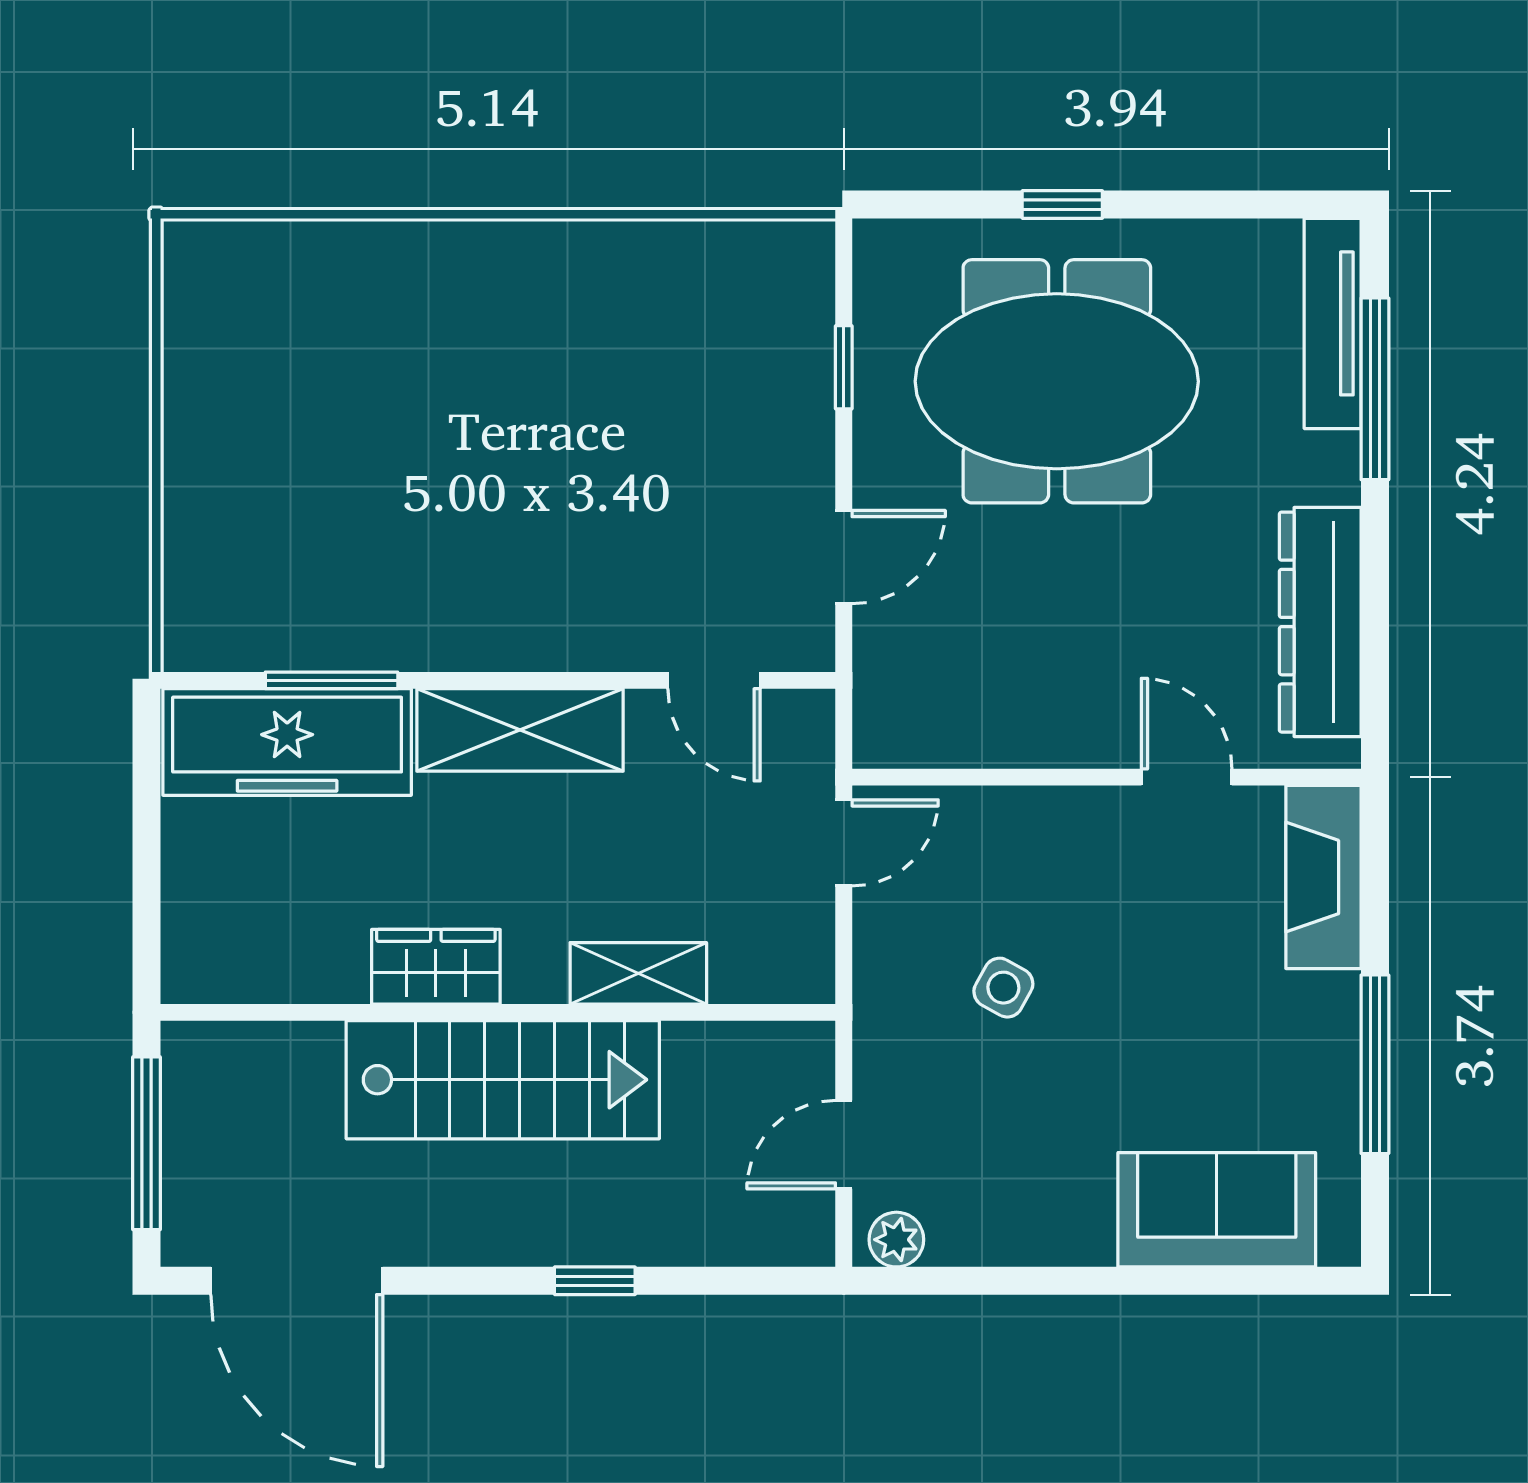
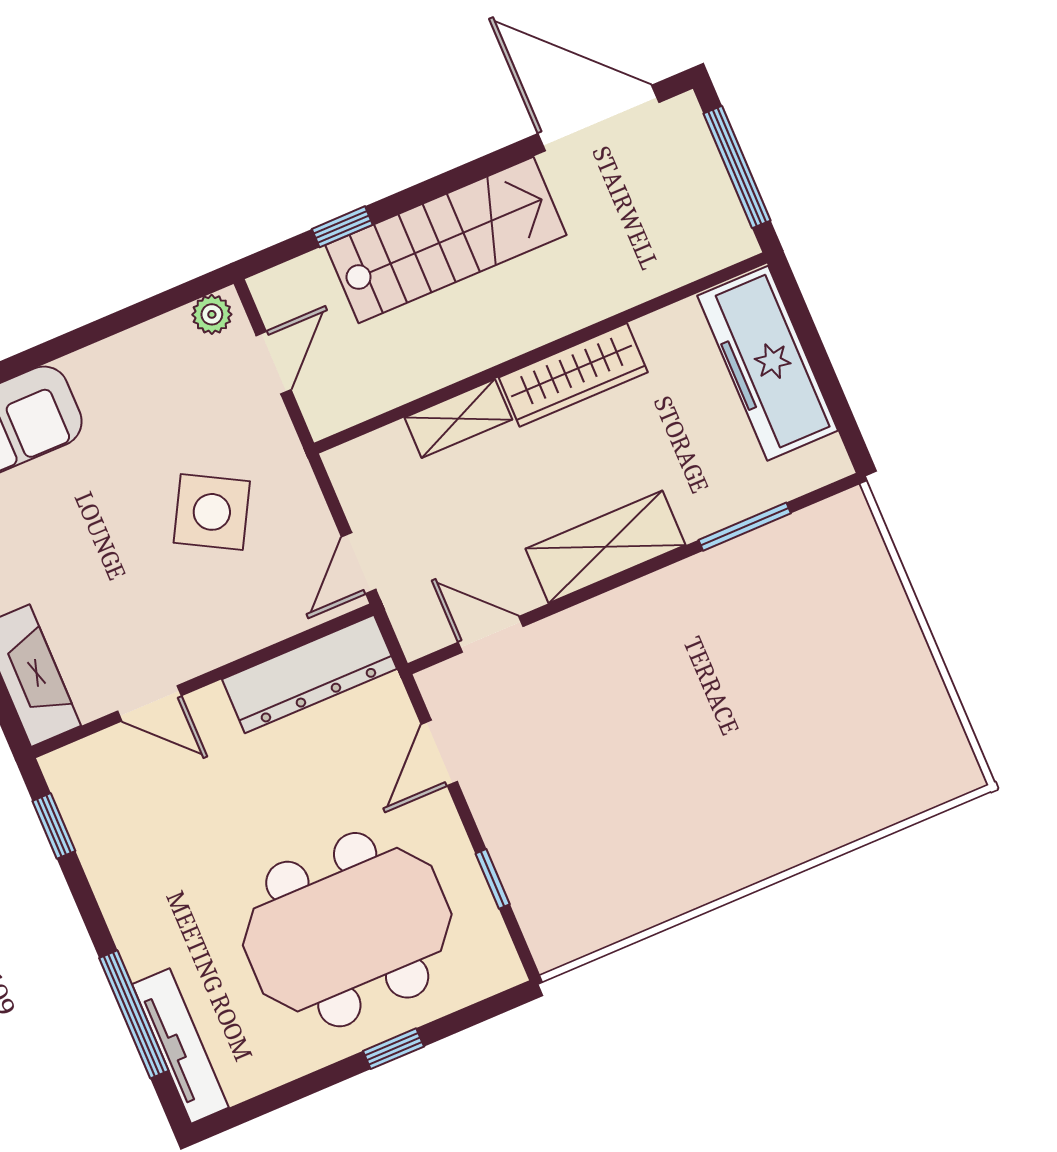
dresser: (1320, 622) -> (309, 674), moved, turned 90
window: (1375, 673) -> (54, 826), added
freezer: (287, 742) -> (768, 363), moved, turned -90
wardrobe: (436, 967) -> (573, 375), width x1.50
side table: (1003, 988) -> (212, 512), width x1.87, depth x1.87
stairs: (503, 1080) -> (446, 240), moved, turned 180
window: (595, 1281) -> (342, 227), moved

